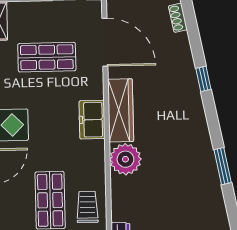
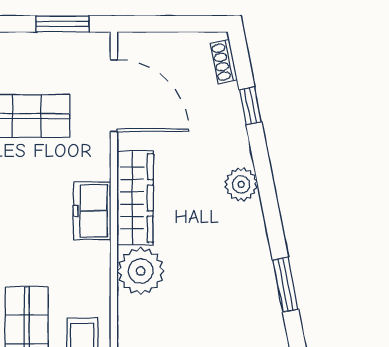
window: (203, 79) -> (250, 106), moved
plant: (191, 100) -> (241, 184), added

